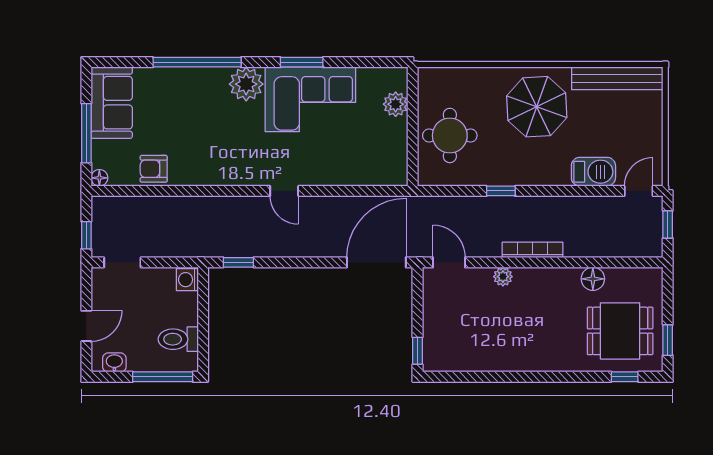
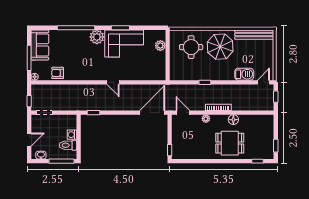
round table: (450, 135) -> (191, 47), moved
floor lamp: (593, 279) -> (233, 120), moved
washing machine: (187, 280) -> (72, 135), moved
dining table: (620, 331) -> (230, 143), moved

